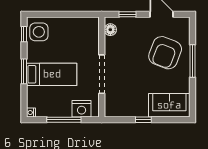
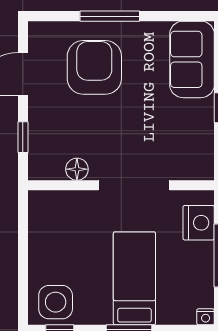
floor lamp: (110, 30) -> (77, 169), moved
armchair: (165, 53) -> (94, 67), turned -111

